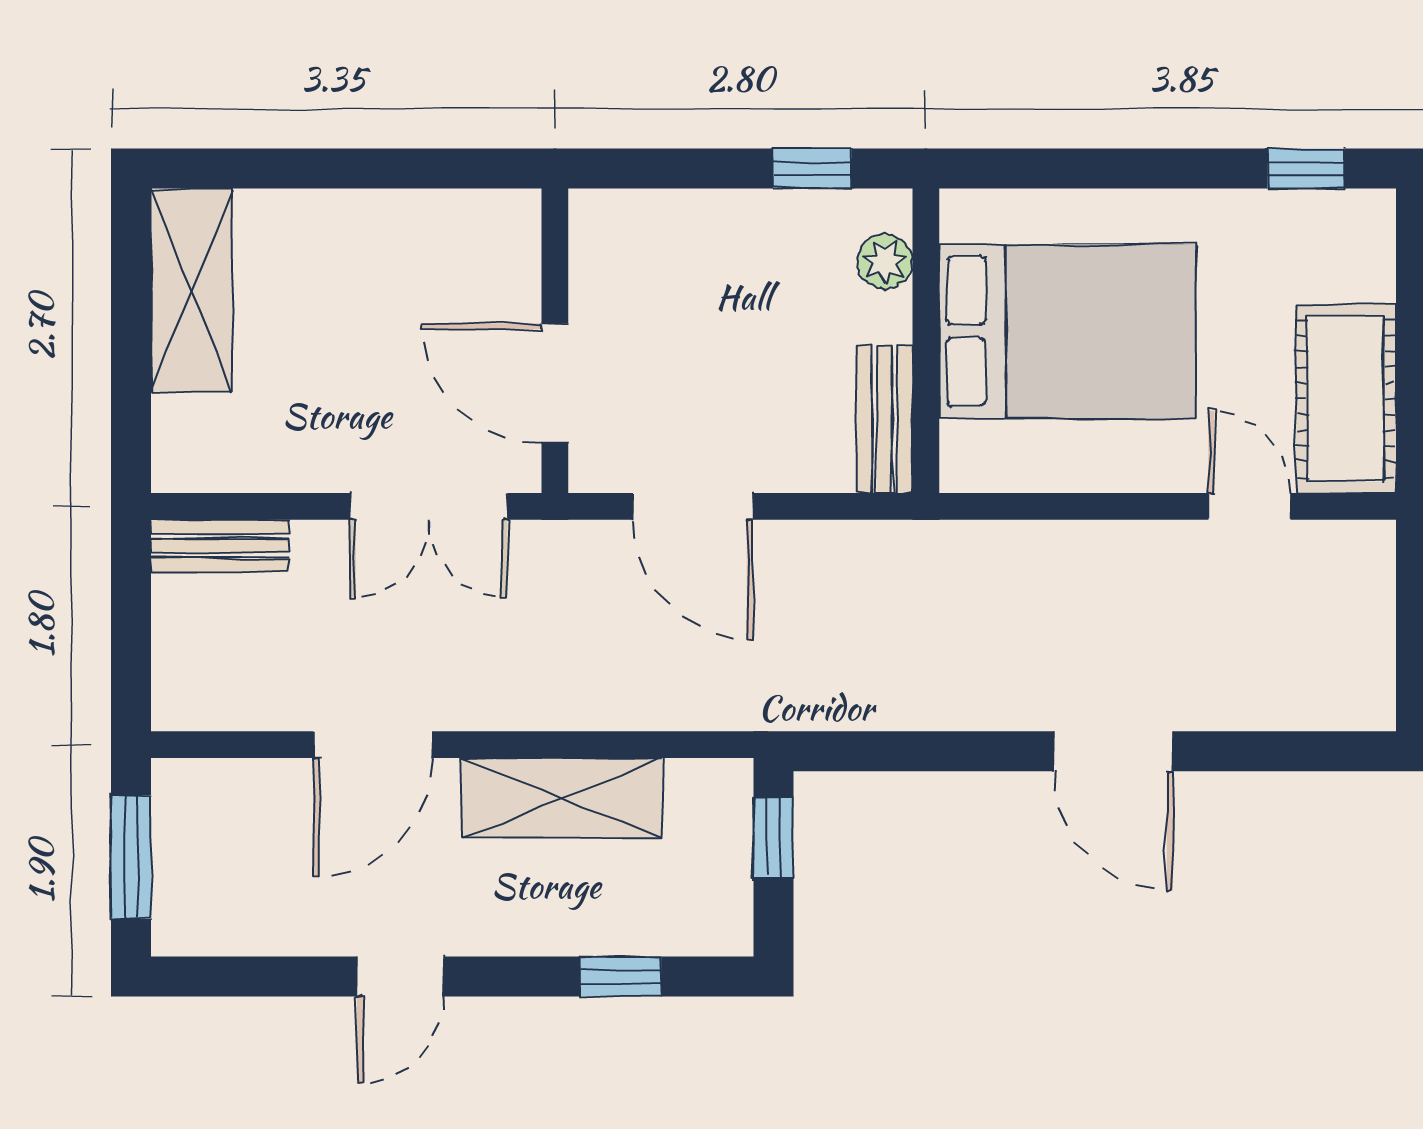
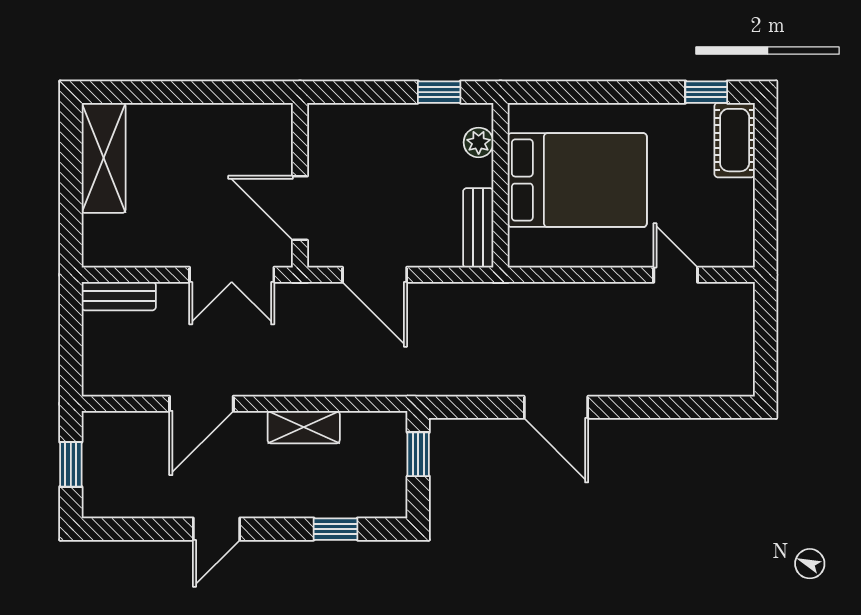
cot: (1346, 399) -> (735, 140), moved, width x0.73, depth x0.75
door: (1113, 751) -> (556, 407), moved
shelving: (562, 798) -> (304, 427), width x0.67, depth x0.75
window: (131, 857) -> (71, 464), width x0.67

